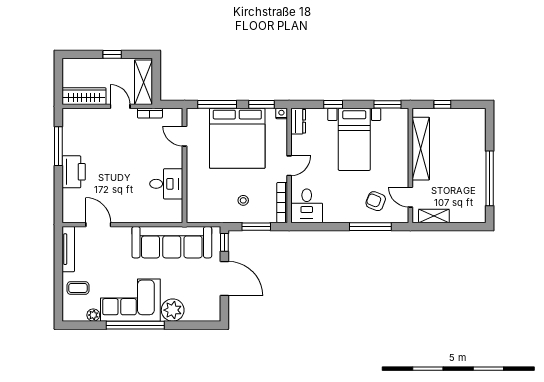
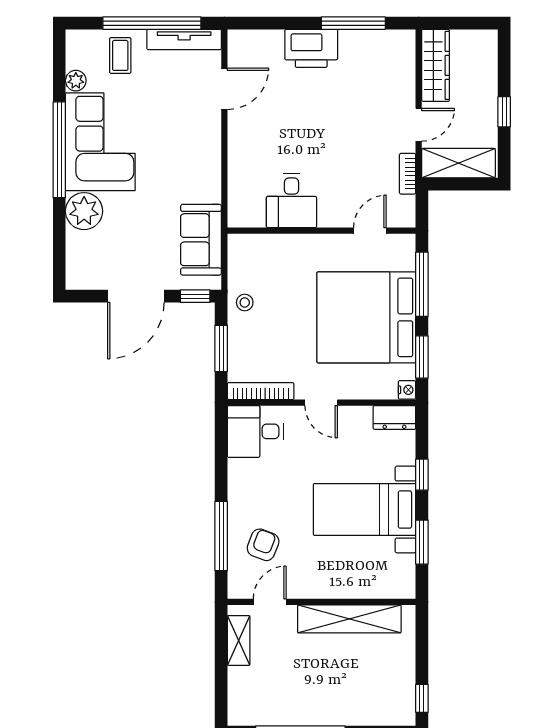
window: (388, 104) -> (422, 542), moved
window: (442, 104) -> (422, 698), moved
stool: (243, 200) -> (245, 302), moved
sofa: (172, 242) -> (201, 240), width x0.54, depth x0.79
window: (58, 269) -> (152, 23), added

